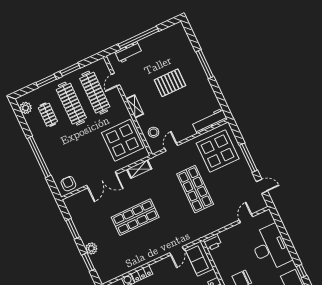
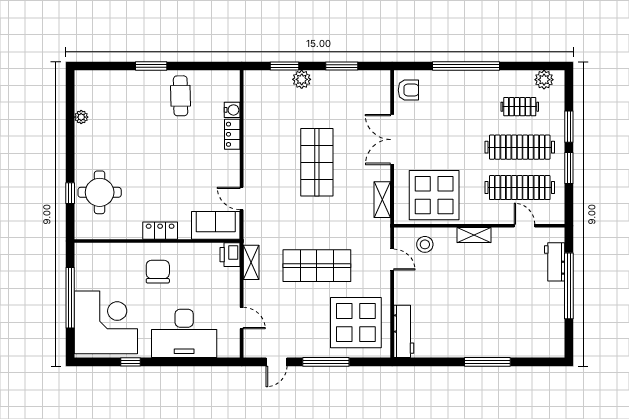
pallet: (170, 83) -> (484, 301), removed
shelving: (211, 228) -> (251, 262), added

